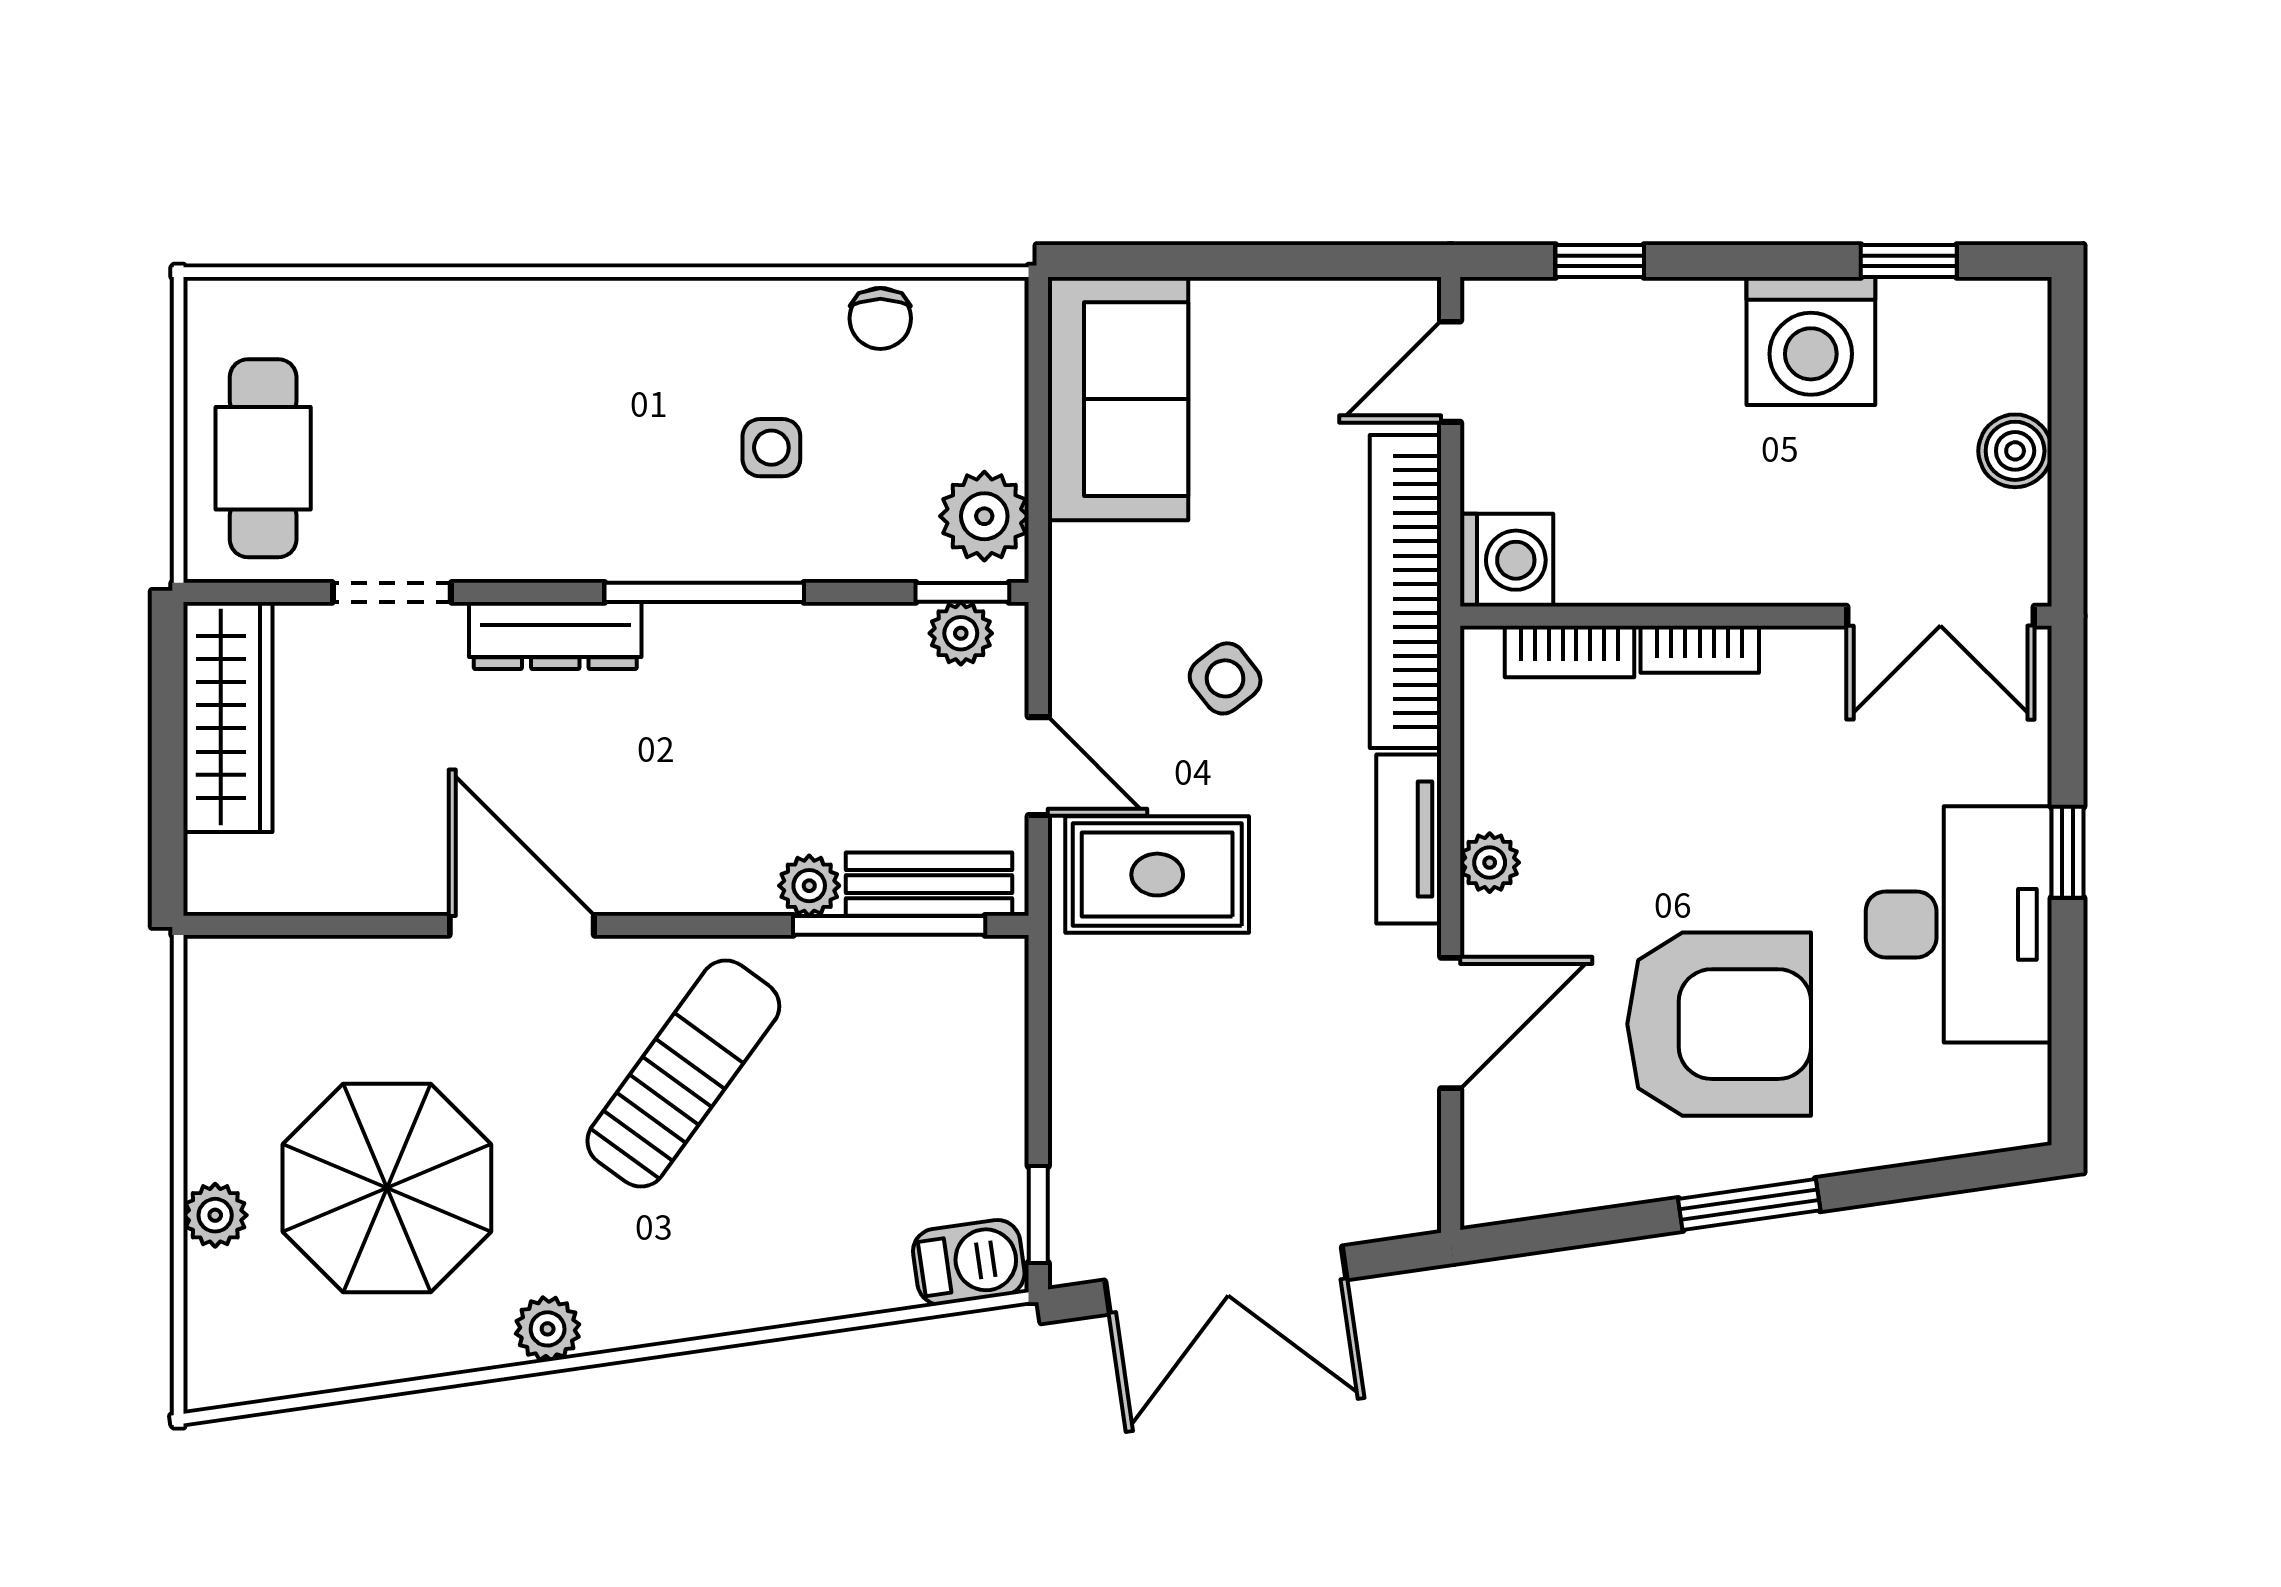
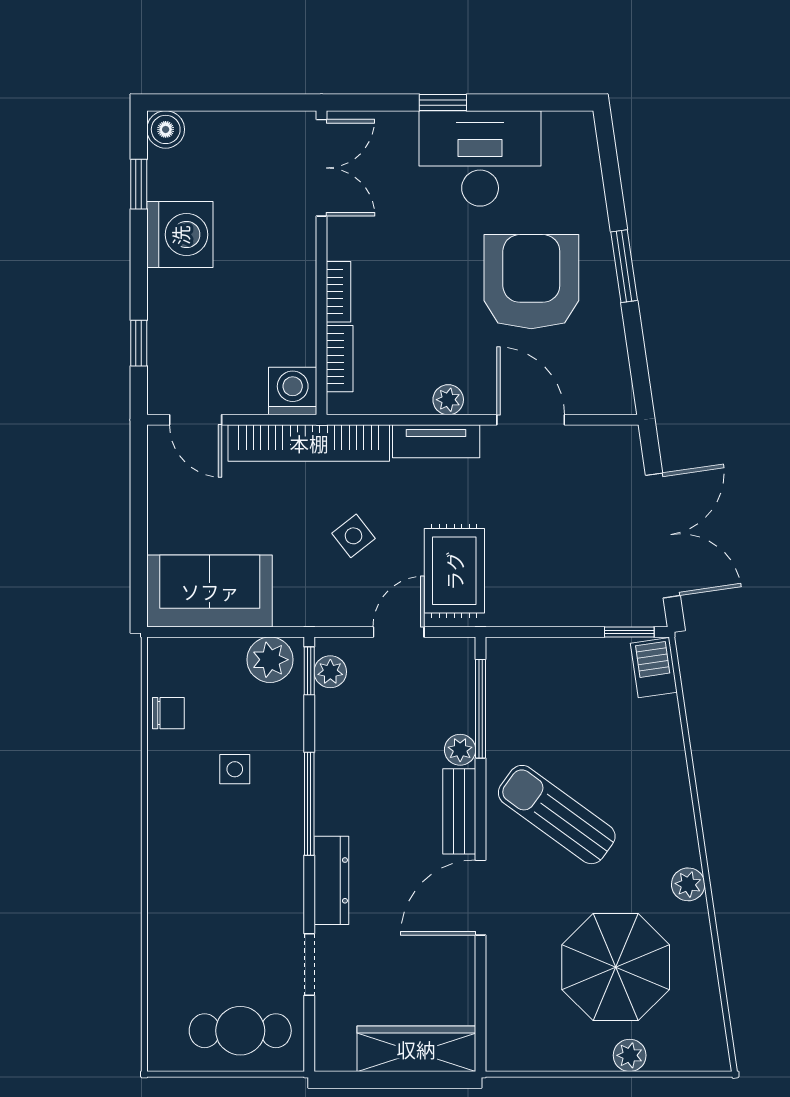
boiler: (2015, 451) -> (166, 129), moved
wardrobe: (228, 717) -> (416, 1049), moved
bench: (929, 884) -> (459, 811), moved

